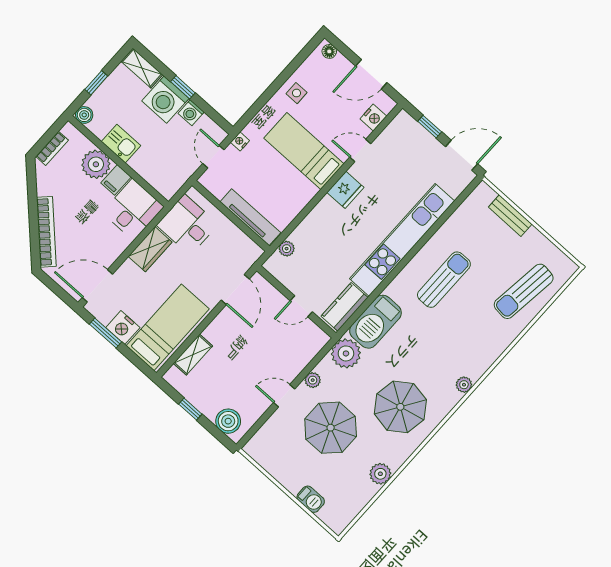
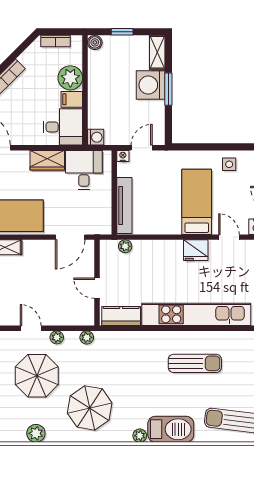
window: (183, 87) -> (168, 89), width x1.50
washing machine: (191, 113) -> (96, 137), moved, turned 180
nightstand: (240, 141) -> (123, 156), moved
kitchen sink: (121, 144) -> (98, 82), removed
barbecue: (375, 322) -> (171, 429), moved, turned 180
plant: (346, 353) -> (87, 337), width x0.53, depth x0.53

